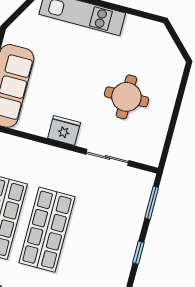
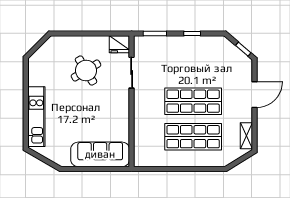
round table: (126, 97) -> (86, 71), turned -31
fridge: (64, 130) -> (119, 44), moved, turned -90

